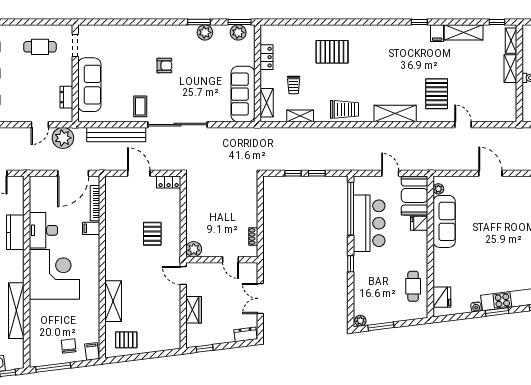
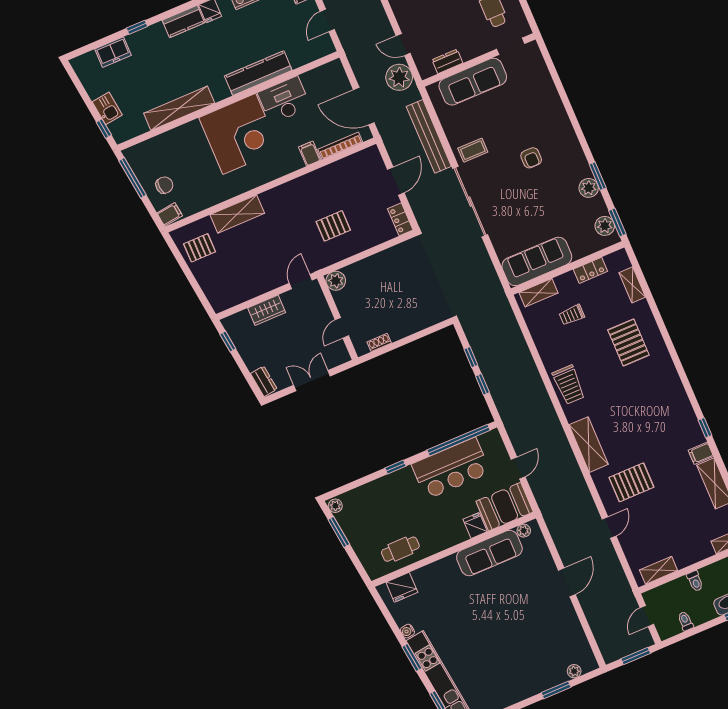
shelving: (510, 69) -> (659, 570), moved
shelving: (300, 116) -> (632, 285), moved
kitchen counter: (15, 232) -> (258, 73), width x1.50
pallet: (126, 340) -> (200, 248), turned 90

